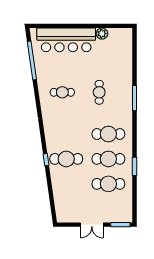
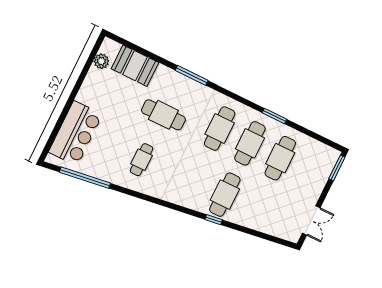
plant: (102, 34) -> (101, 61), moved
bar counter: (66, 40) -> (75, 133), width x0.73
booth: (123, 57) -> (135, 66), added
cafe table: (99, 92) -> (163, 115), width x1.37, depth x1.35
double door: (92, 225) -> (311, 220), moved

